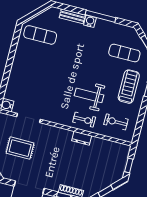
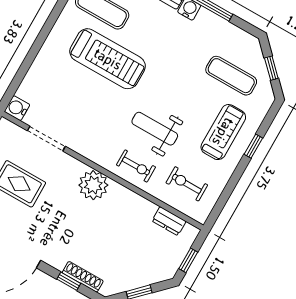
treadmill: (51, 63) -> (108, 59), added
plant: (63, 137) -> (93, 185), added
dresser: (82, 138) -> (169, 221), moved

